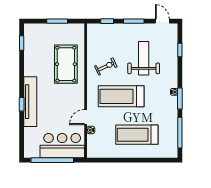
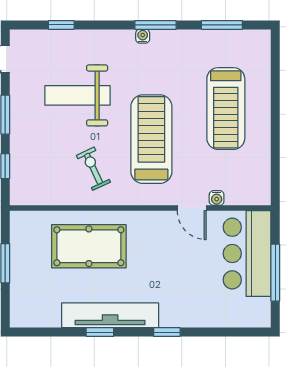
window: (22, 43) -> (100, 332), moved
treadmill: (121, 96) -> (151, 139), turned 180
tv unit: (30, 102) -> (110, 315), moved
window: (180, 133) -> (222, 25), width x0.69
window: (52, 160) -> (275, 273), width x0.68

